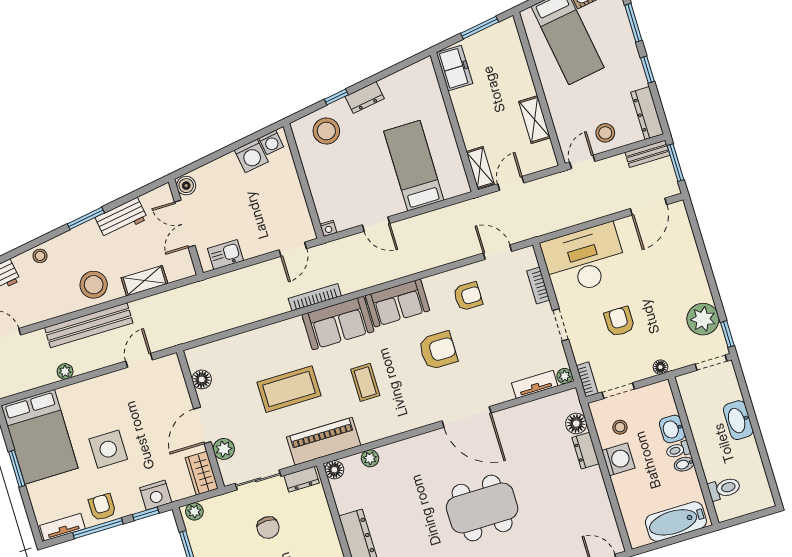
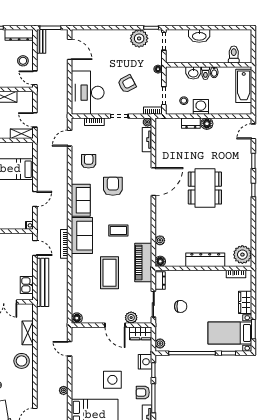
armchair: (619, 322) -> (127, 84), turned 152
bench: (89, 325) -> (43, 282), moved
floor lamp: (202, 379) -> (77, 318), moved
floor lamp: (576, 424) -> (207, 124), moved

